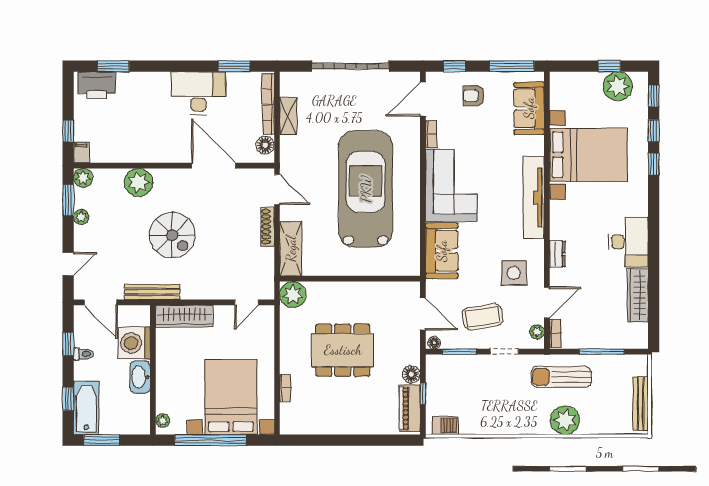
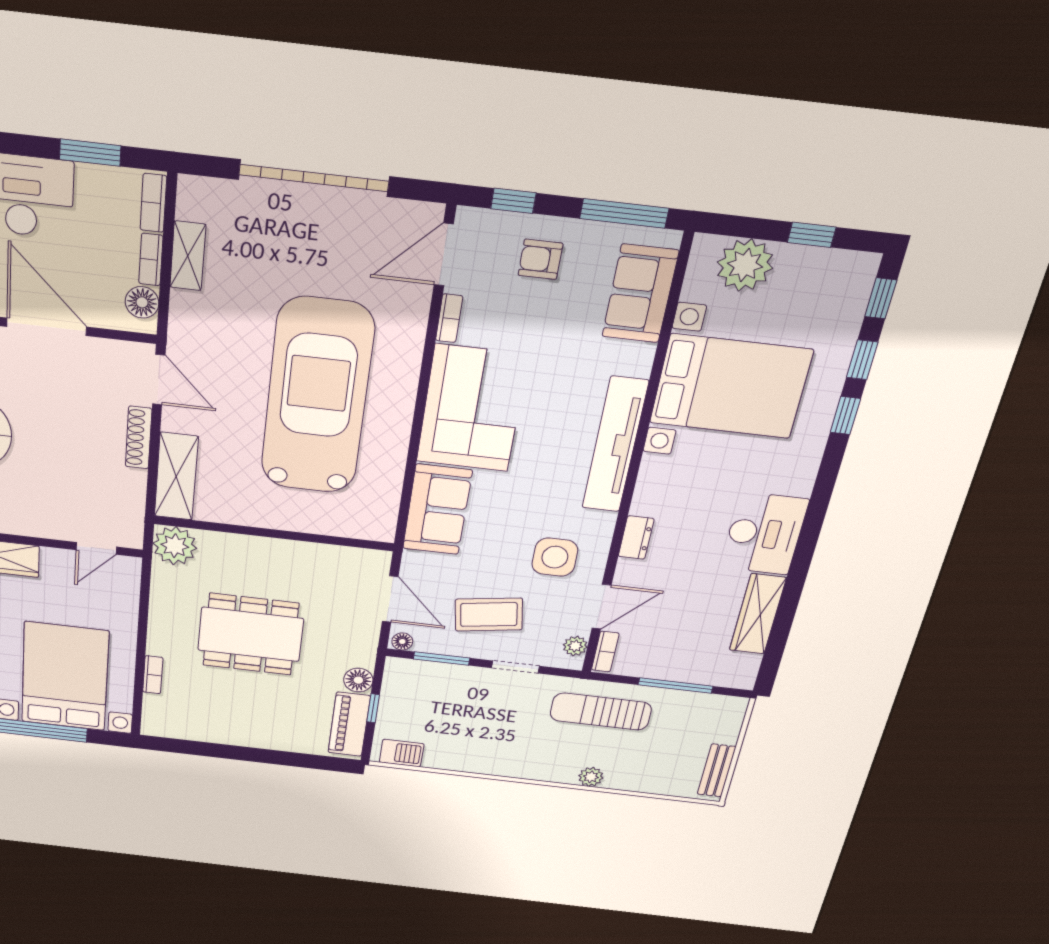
plant: (618, 86) -> (745, 265), moved
bench: (641, 404) -> (717, 770), width x0.73
plant: (565, 420) -> (591, 777), width x0.53, depth x0.53

